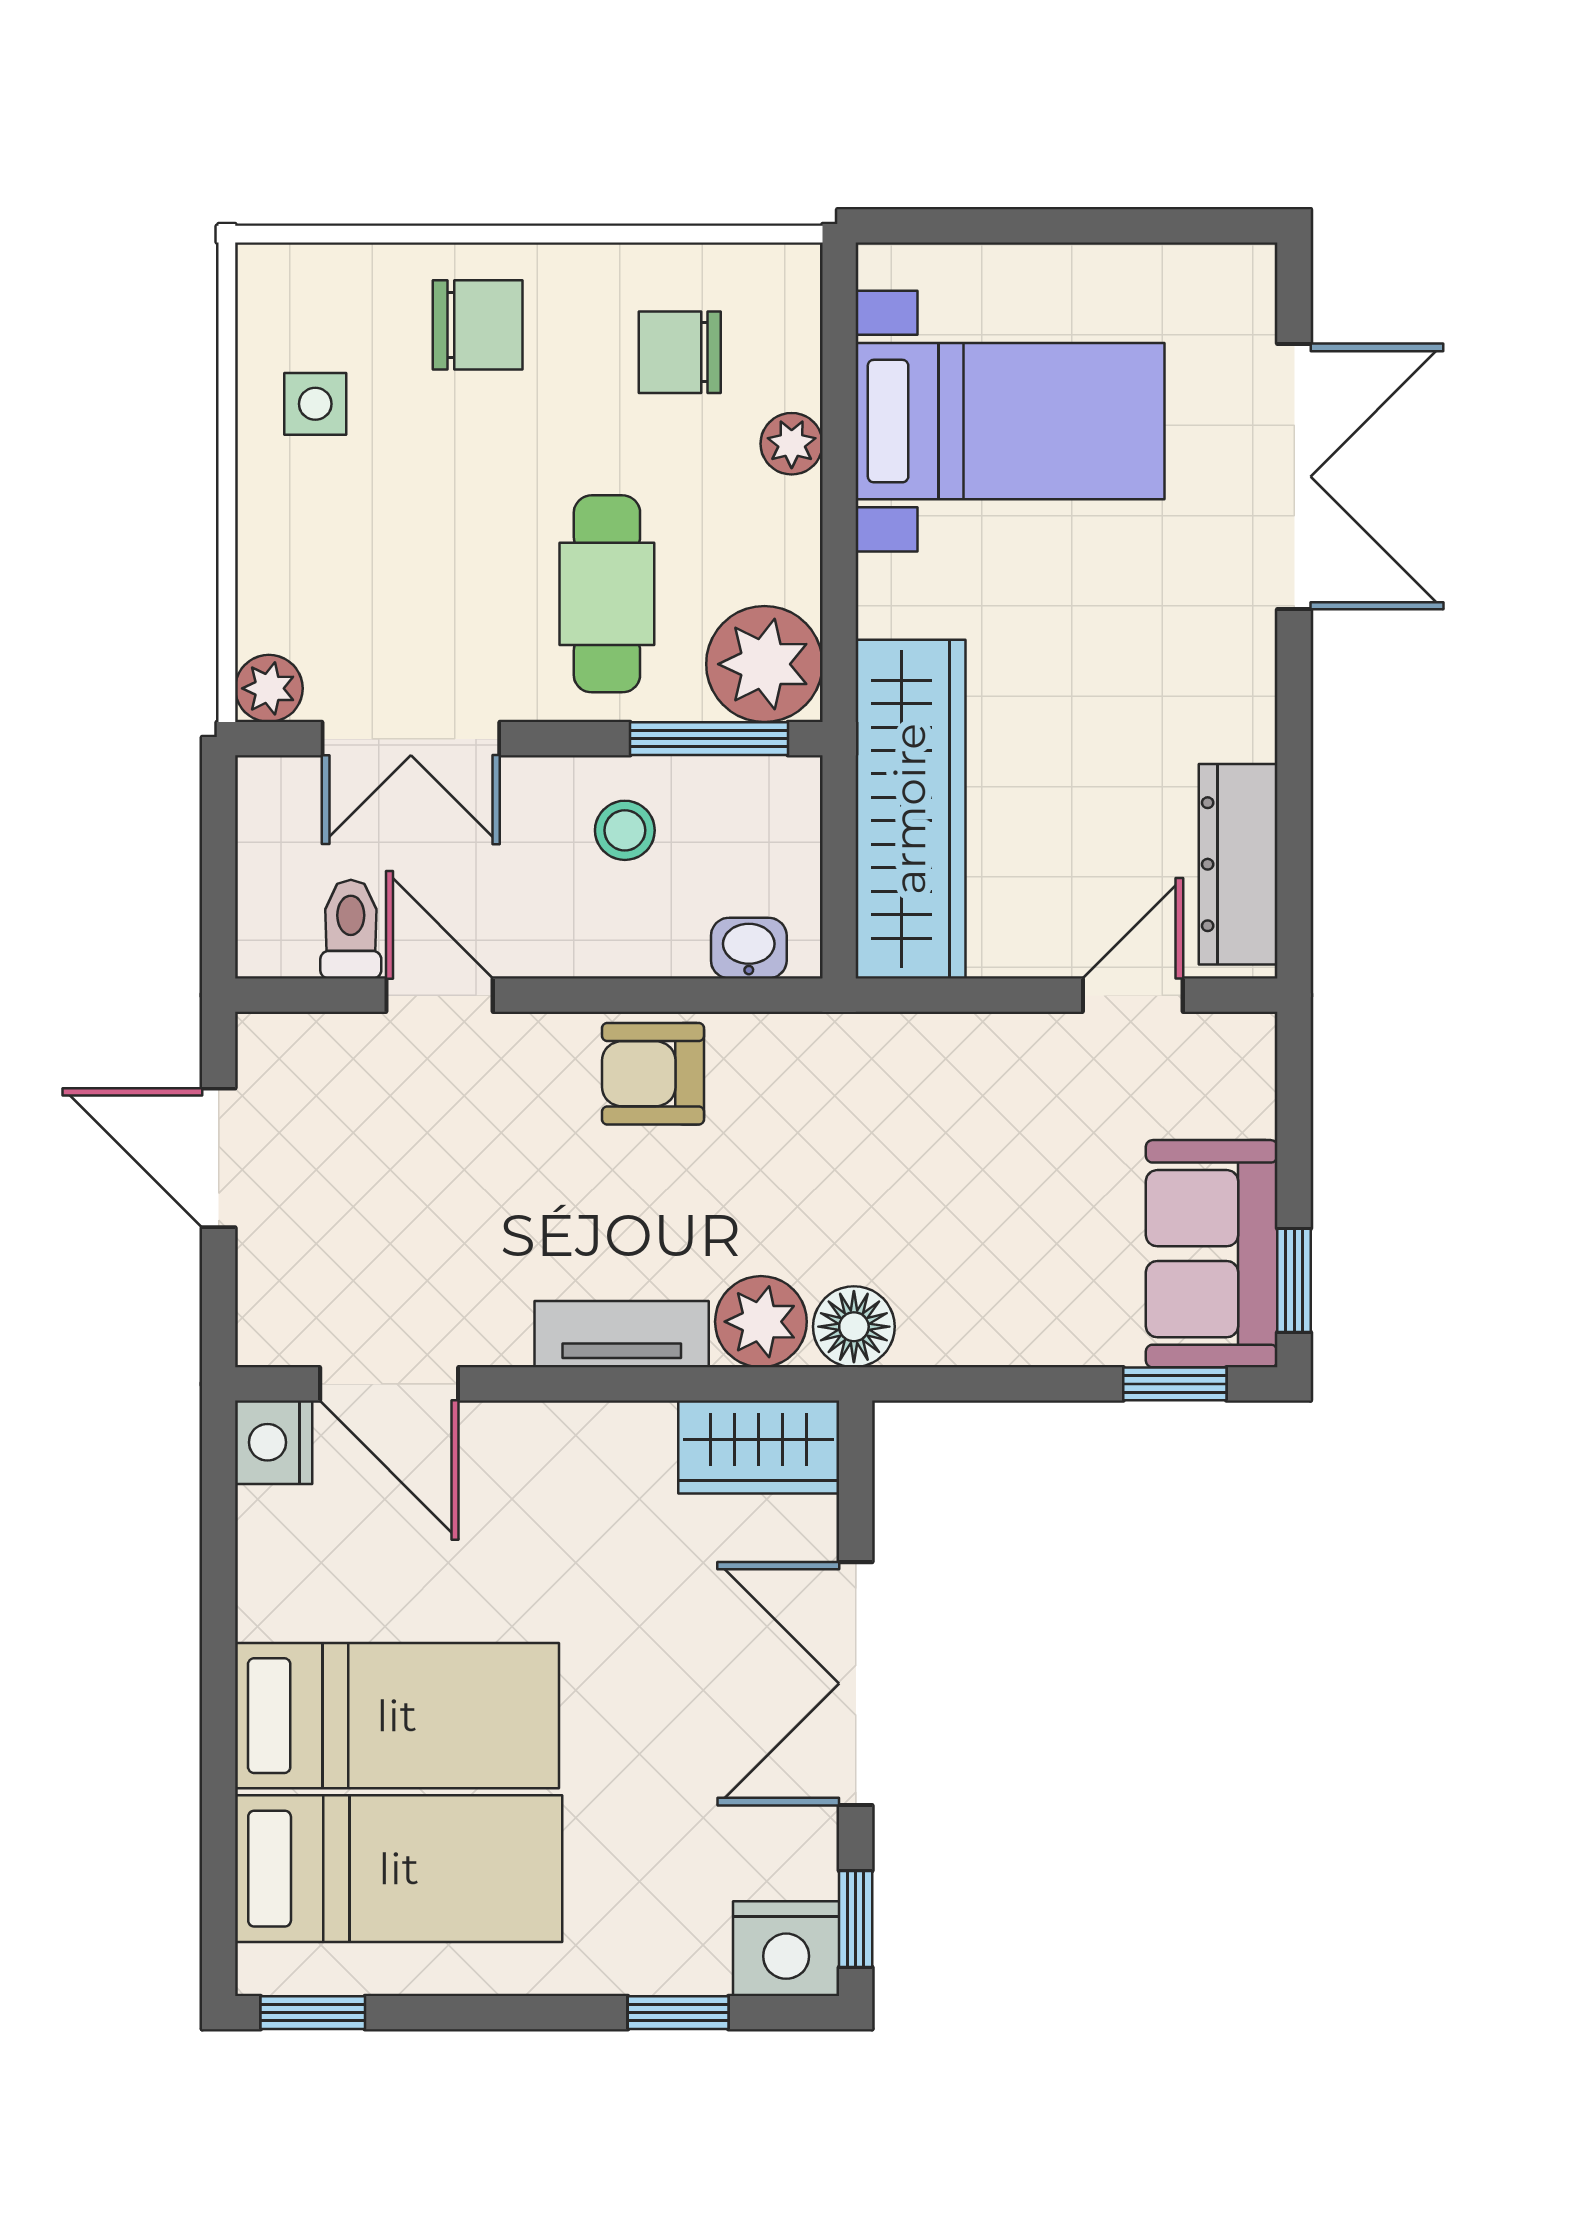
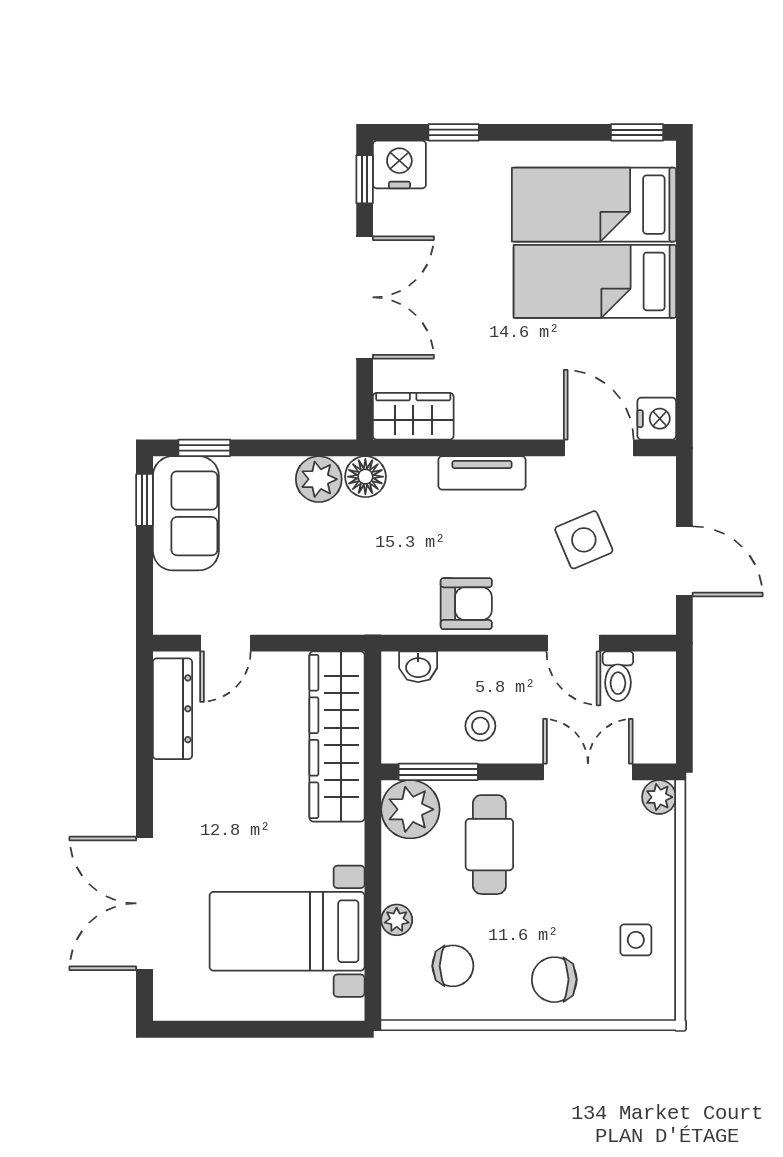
side table: (419, 1201) -> (584, 540), added
plant: (761, 1322) -> (319, 479), moved

